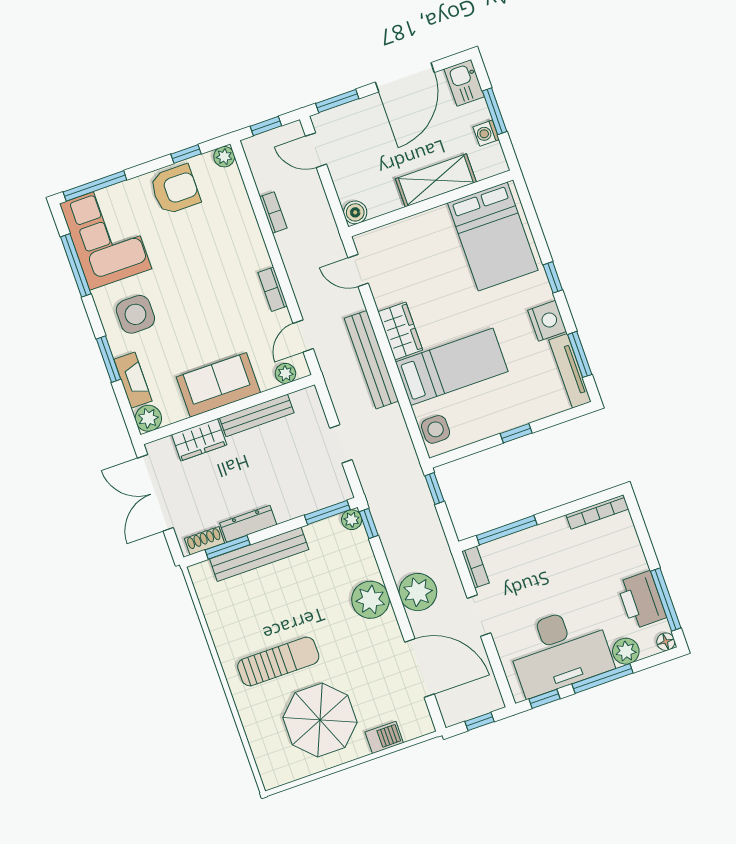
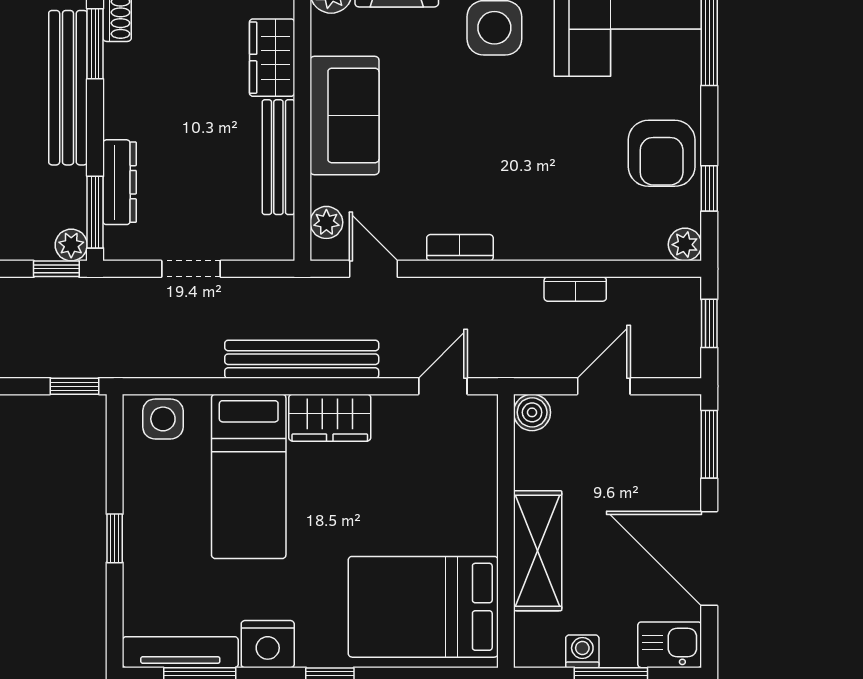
door: (316, 150) -> (604, 386), moved
dresser: (248, 524) -> (120, 182), moved

